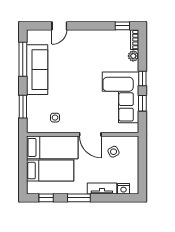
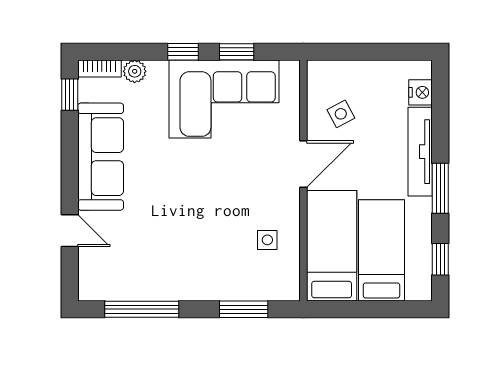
sofa: (37, 70) -> (101, 157), moved, turned 90
tv unit: (102, 189) -> (420, 152), width x1.41

